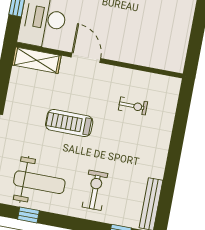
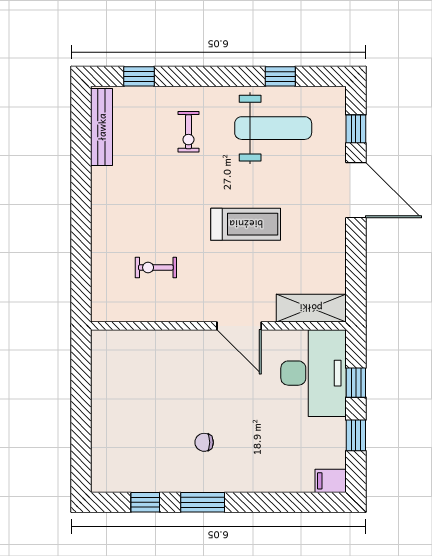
weight bench: (39, 182) -> (273, 128), turned 180
exercise bike: (95, 190) -> (188, 132), width x0.73, depth x0.72

